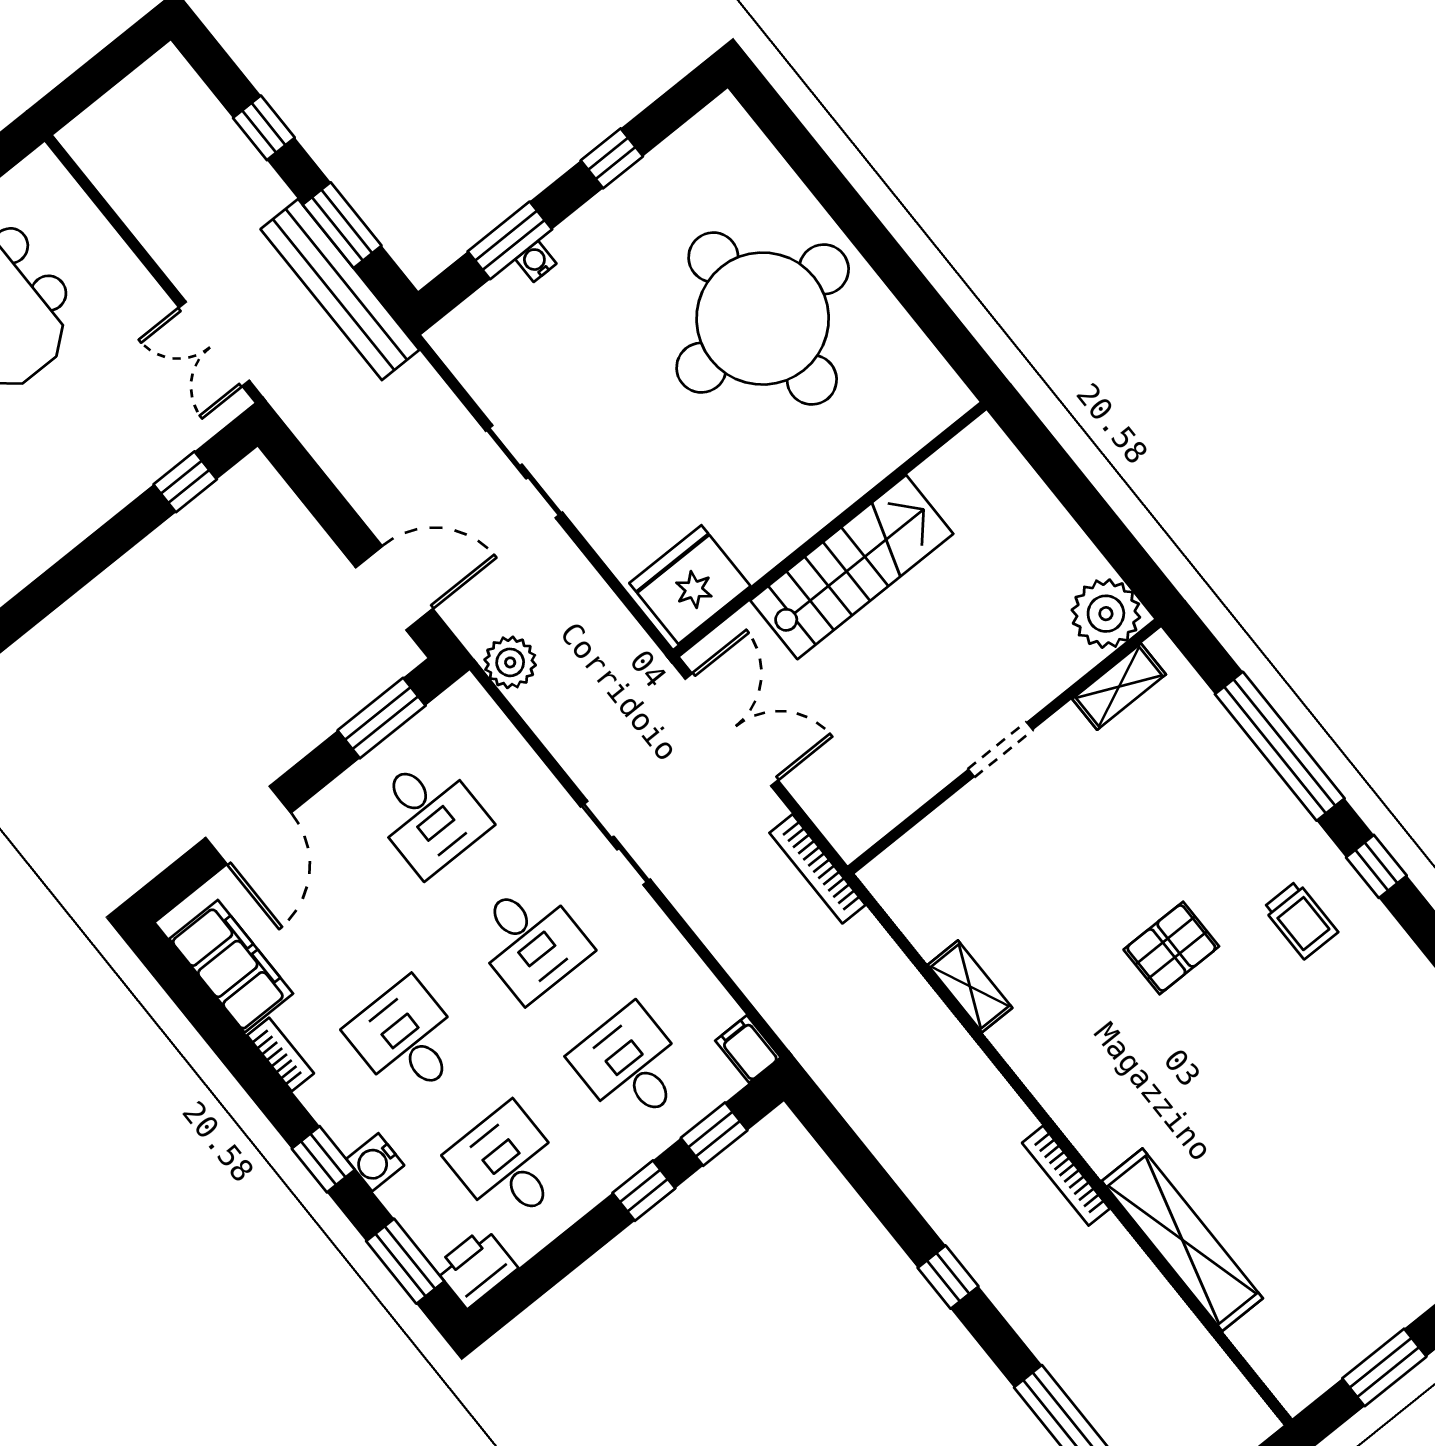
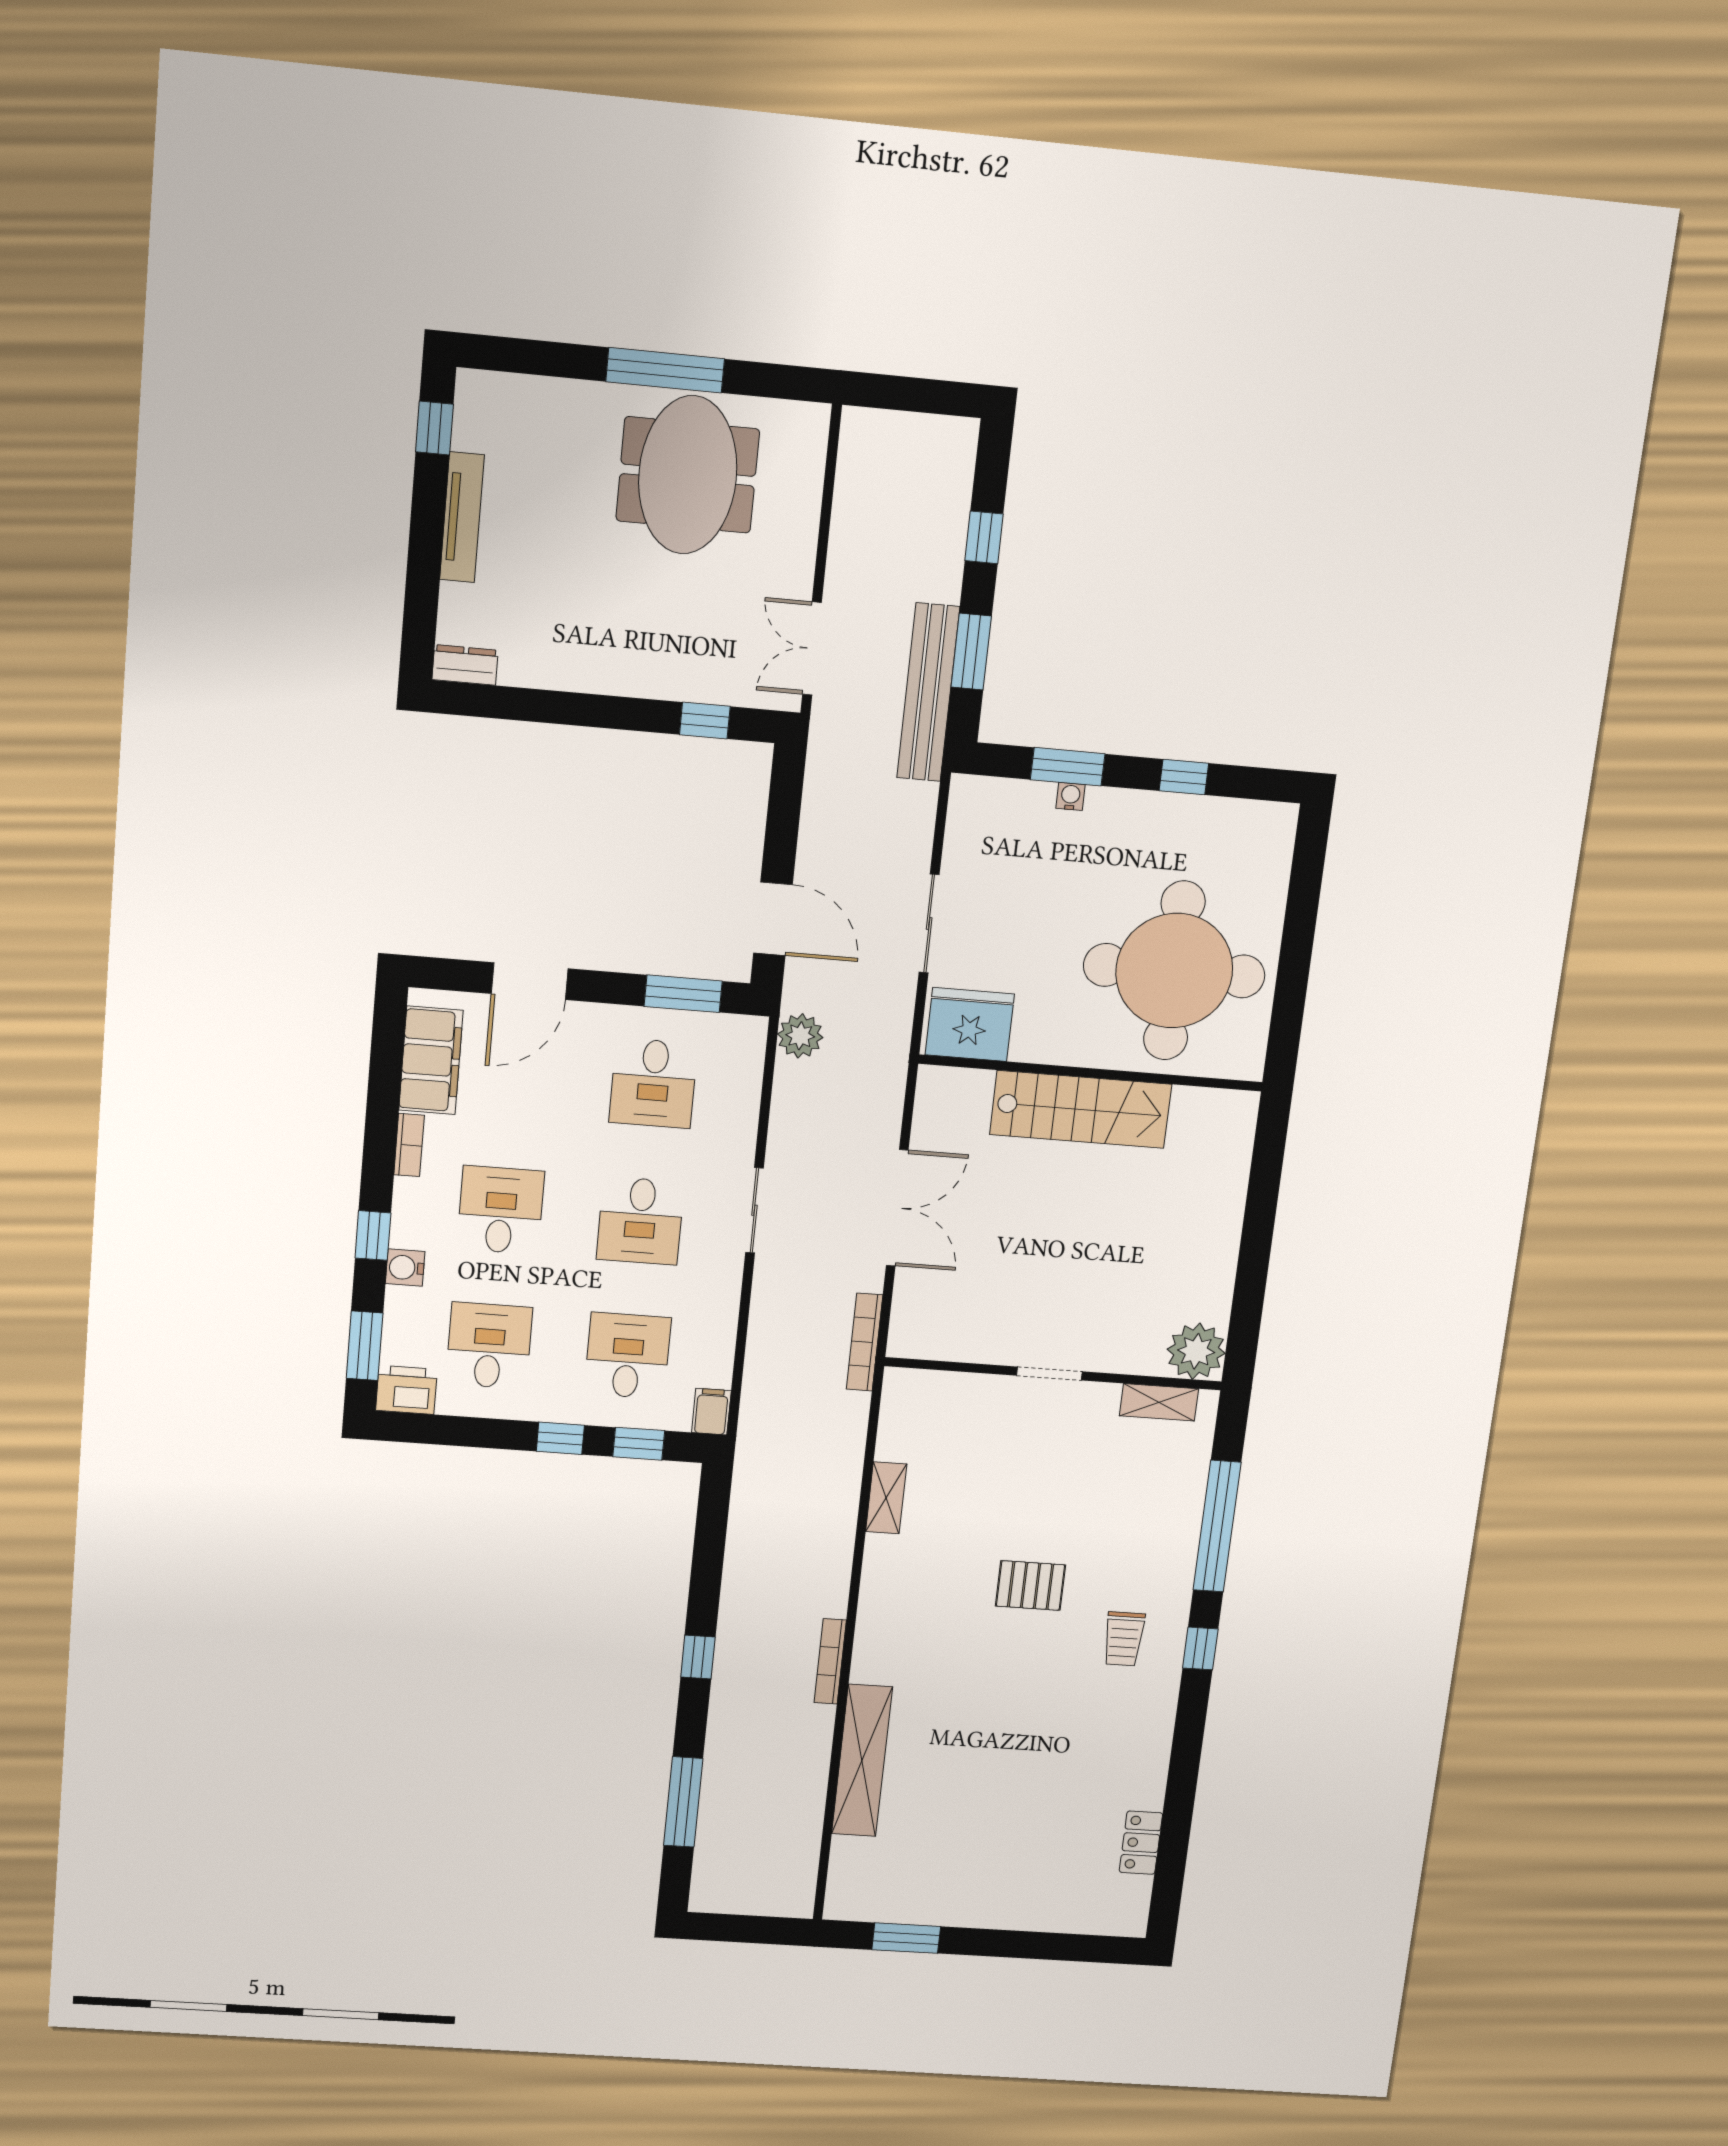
wall: (830, 529) -> (1091, 1073), moved
stairs: (852, 567) -> (1081, 1109), moved
fridge: (690, 585) -> (970, 1024), moved

